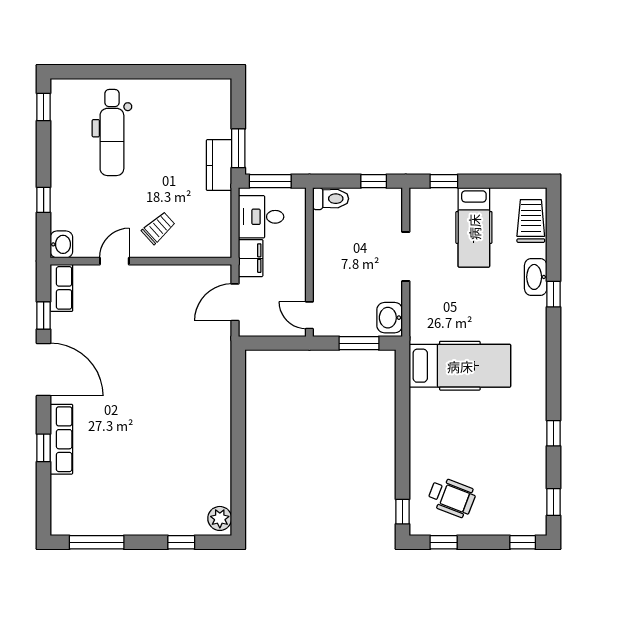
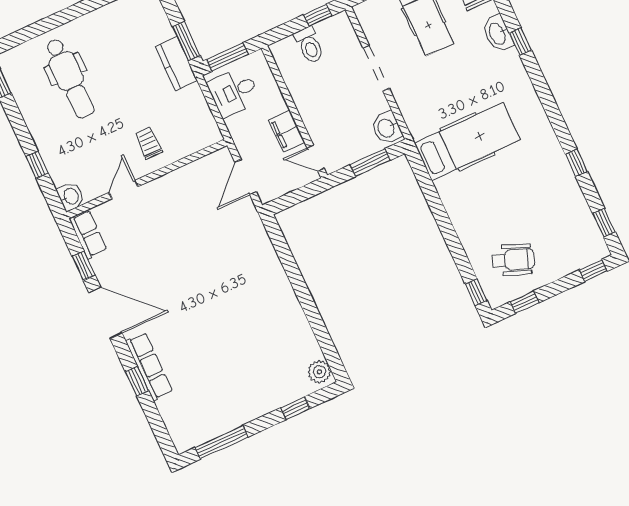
toilet: (331, 199) -> (309, 45), moved, turned 90
trolley: (158, 228) -> (149, 143), turned -48
filing cabinet: (251, 258) -> (287, 131), moved, turned 180

